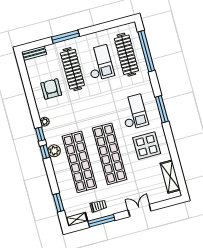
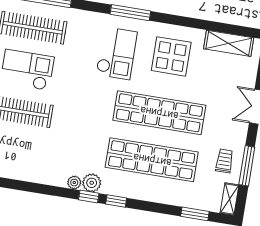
armchair: (51, 89) -> (33, 153), removed
checkout: (134, 112) -> (117, 53), turned 90
plant: (54, 151) -> (92, 183), moved

